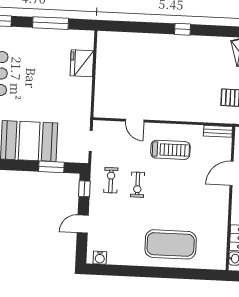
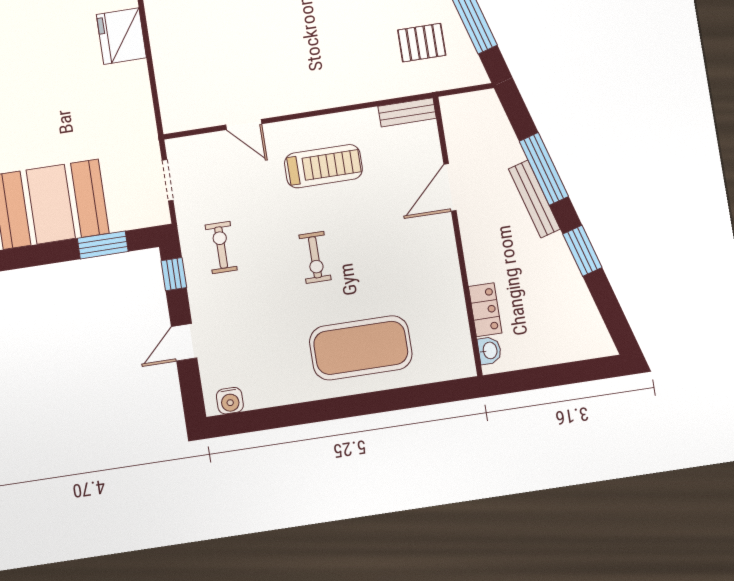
exercise bike: (138, 185) -> (315, 257), moved

